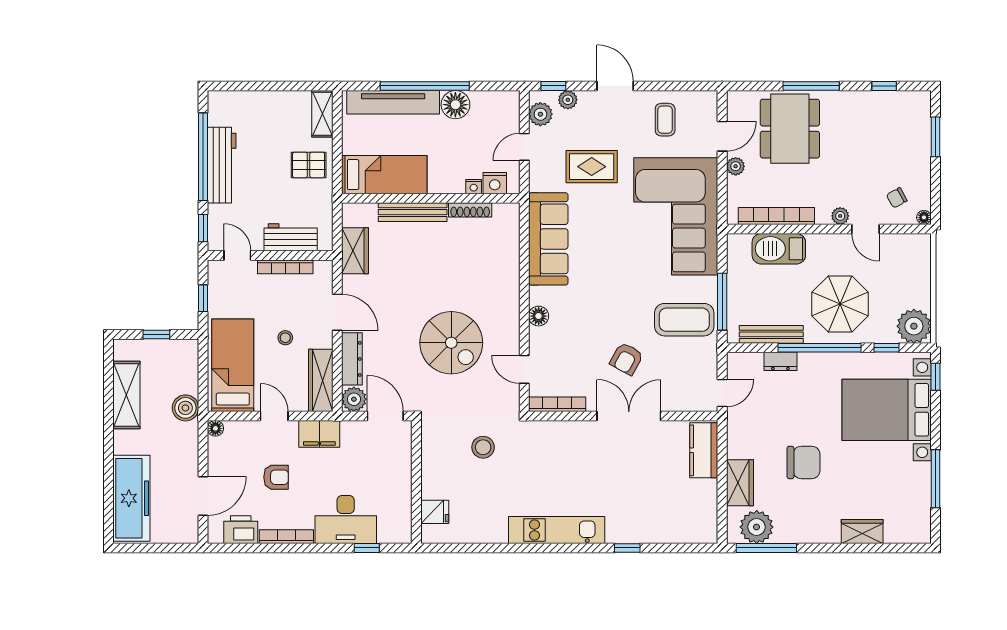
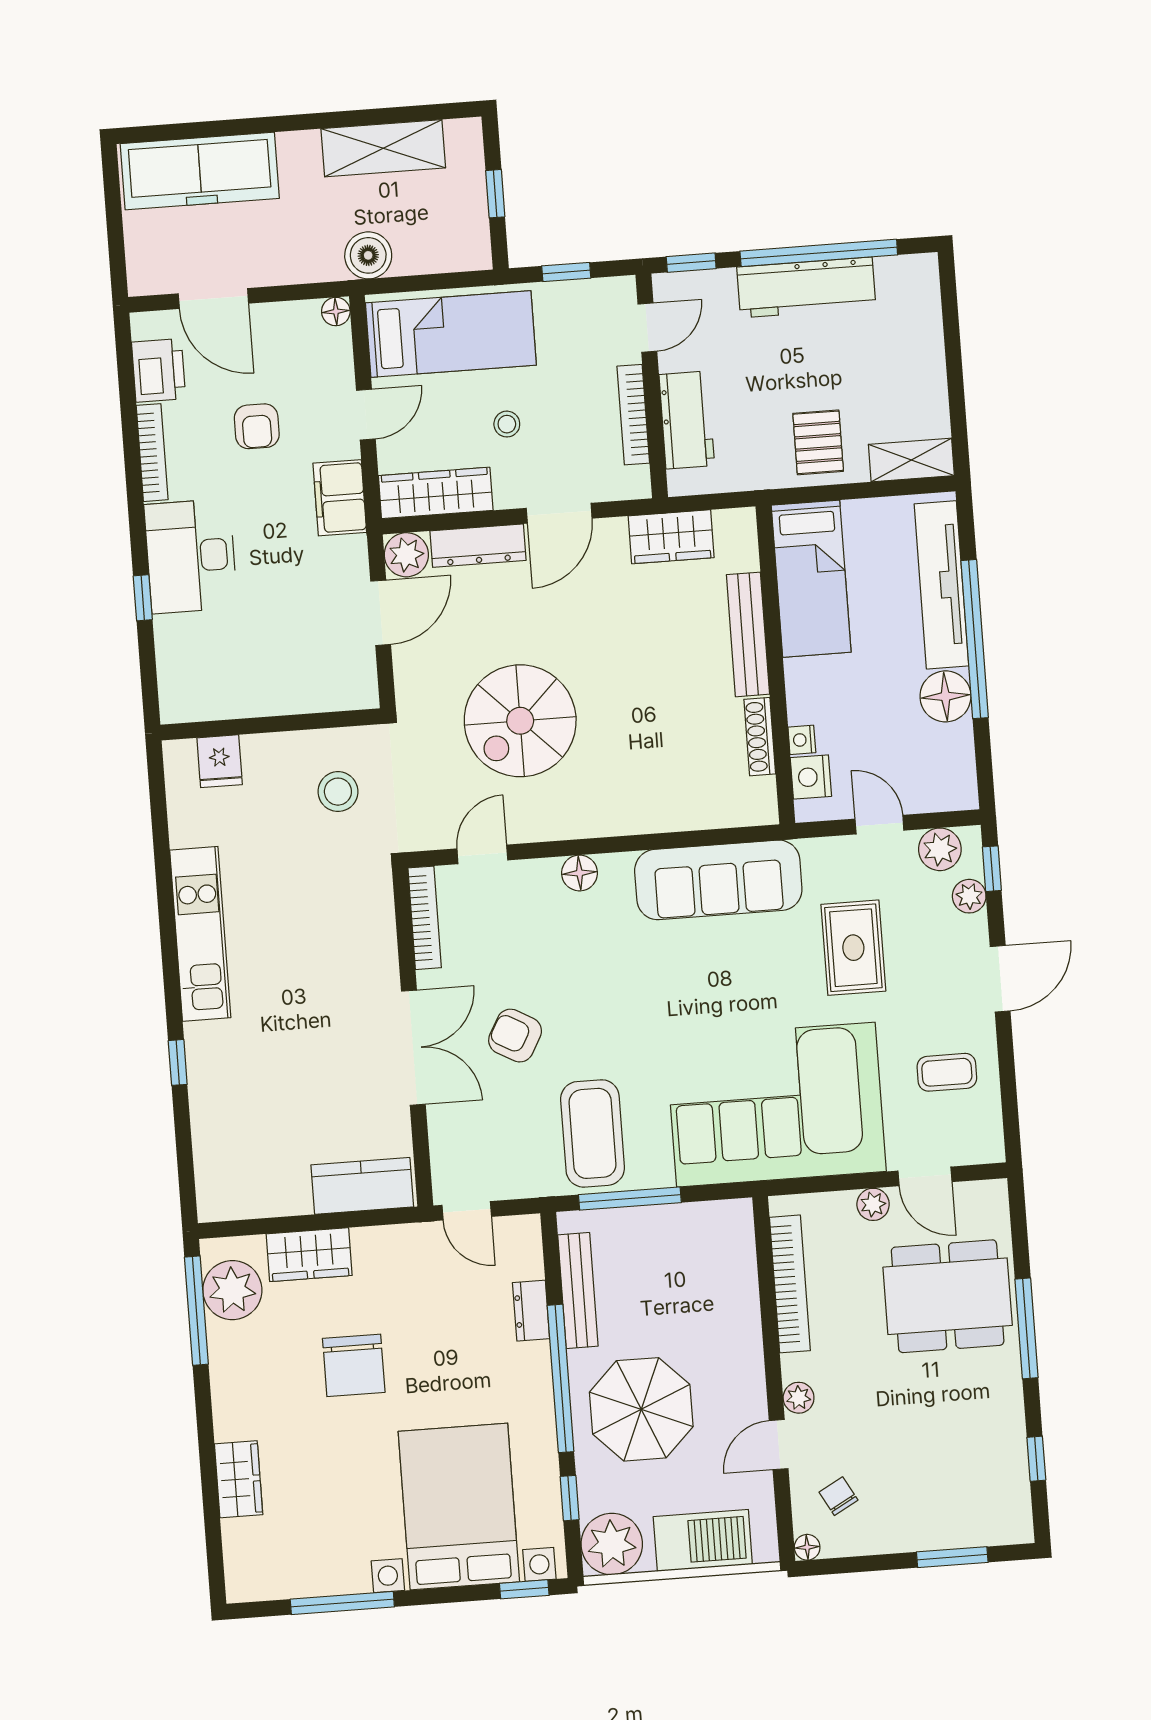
barbecue: (779, 249) -> (703, 1540), moved, turned 90
wall: (416, 482) -> (271, 724), moved
fridge: (435, 512) -> (220, 761), moved

